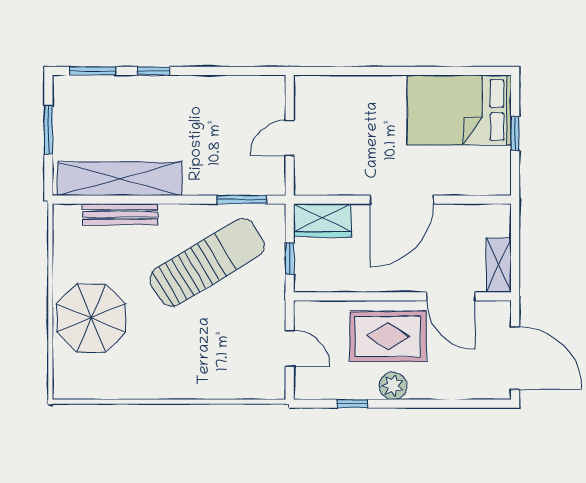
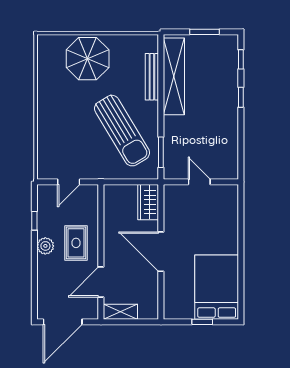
window: (92, 71) -> (241, 59), width x0.67
window: (290, 259) -> (124, 182), removed
rug: (388, 337) -> (76, 243), width x0.73, depth x0.70

